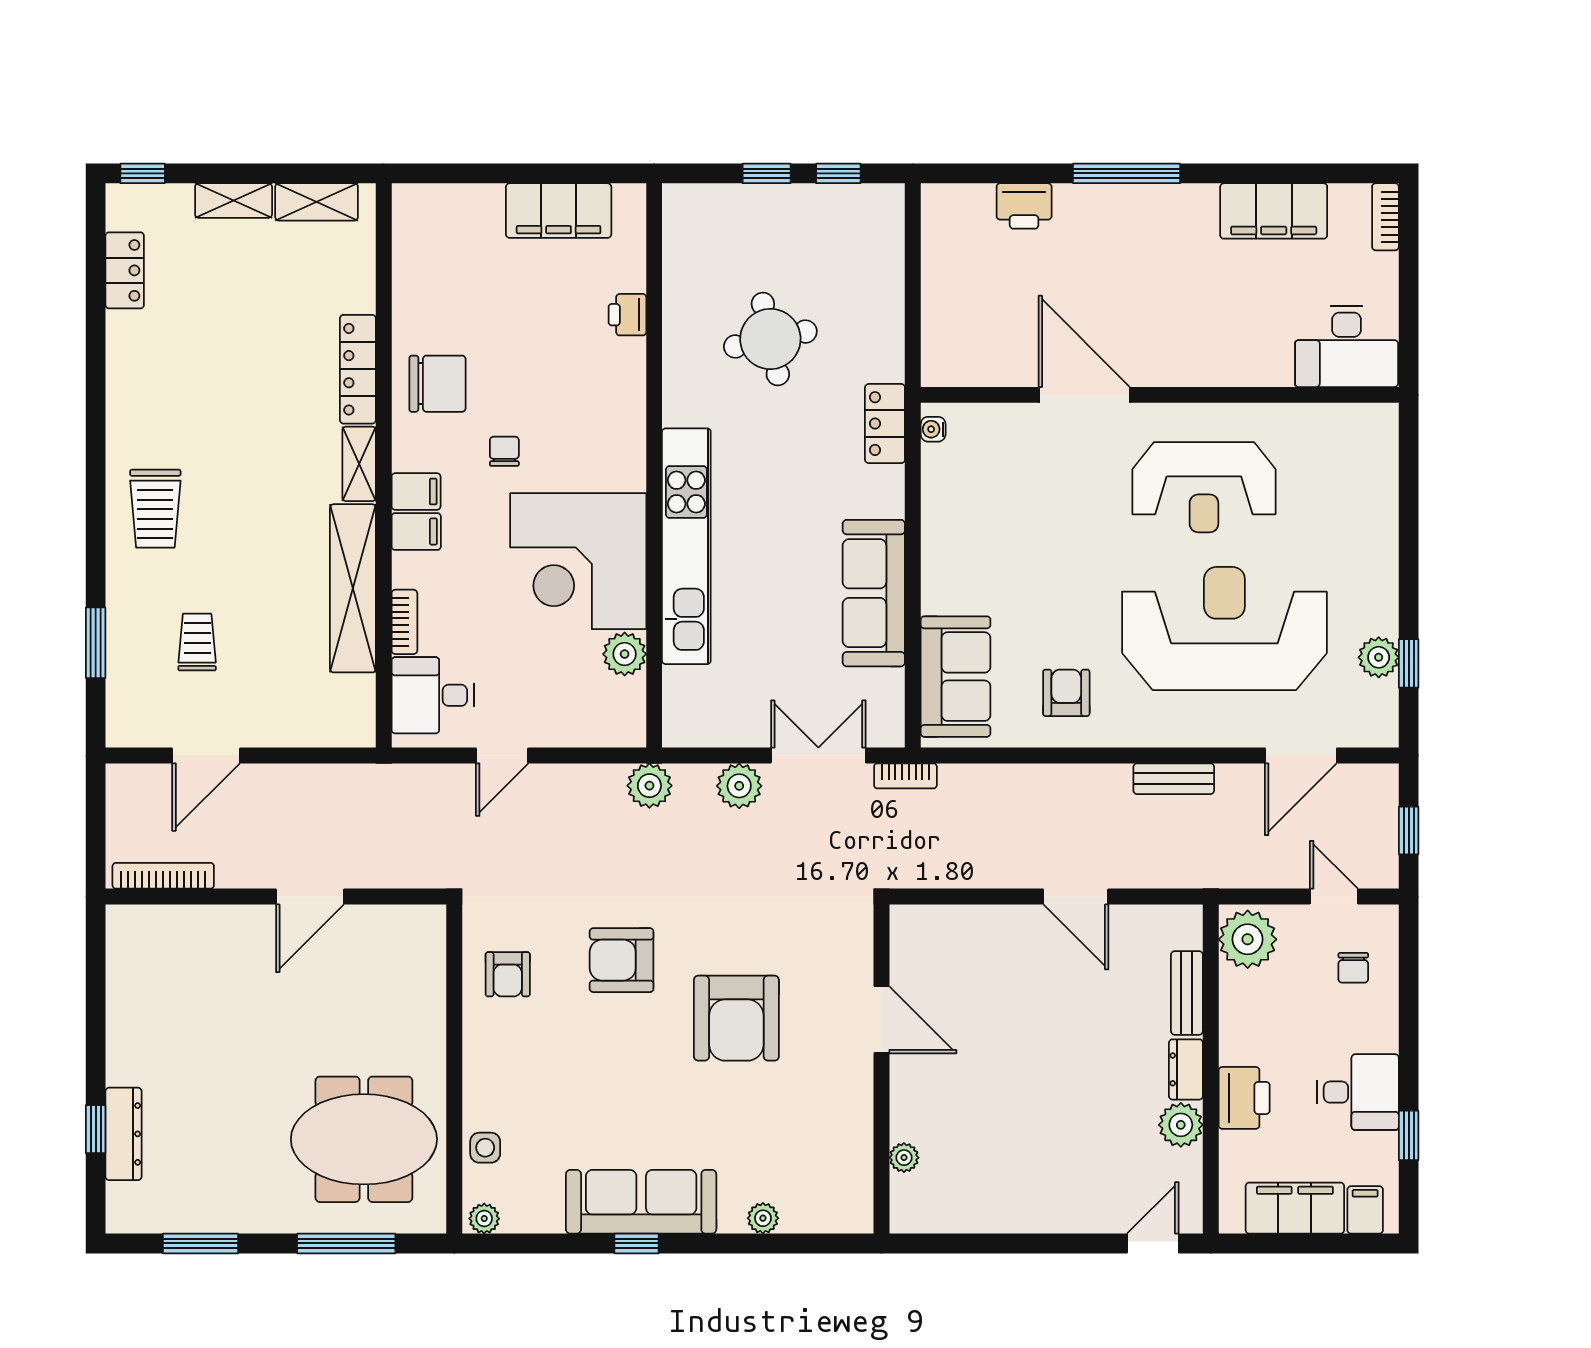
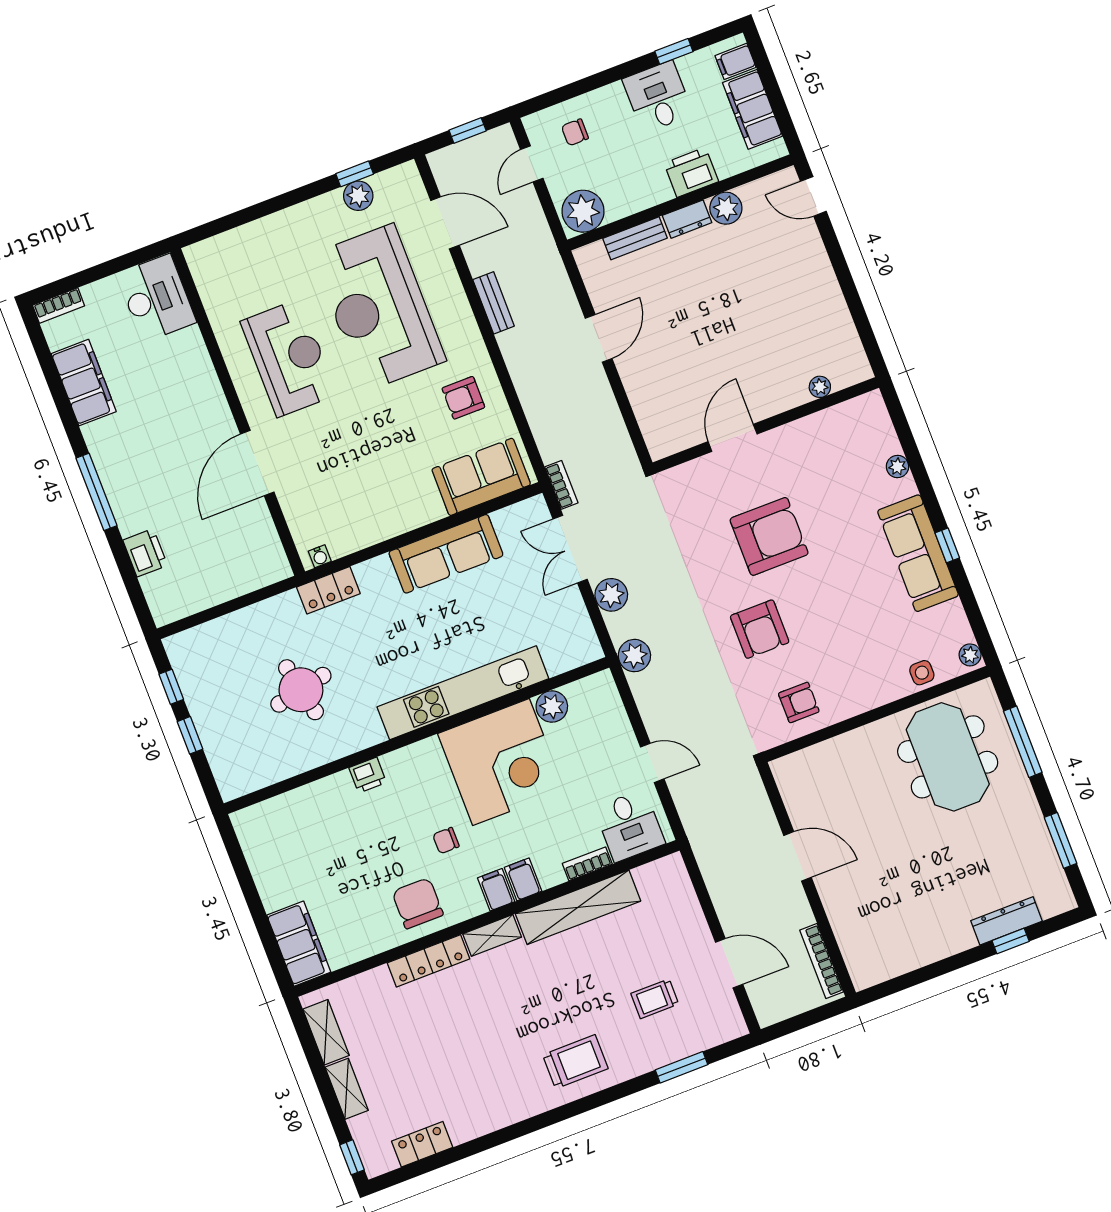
filing cabinet: (559, 211) -> (299, 944), moved
printer: (627, 315) -> (368, 775), moved
chair: (1353, 968) -> (575, 132), turned 180

